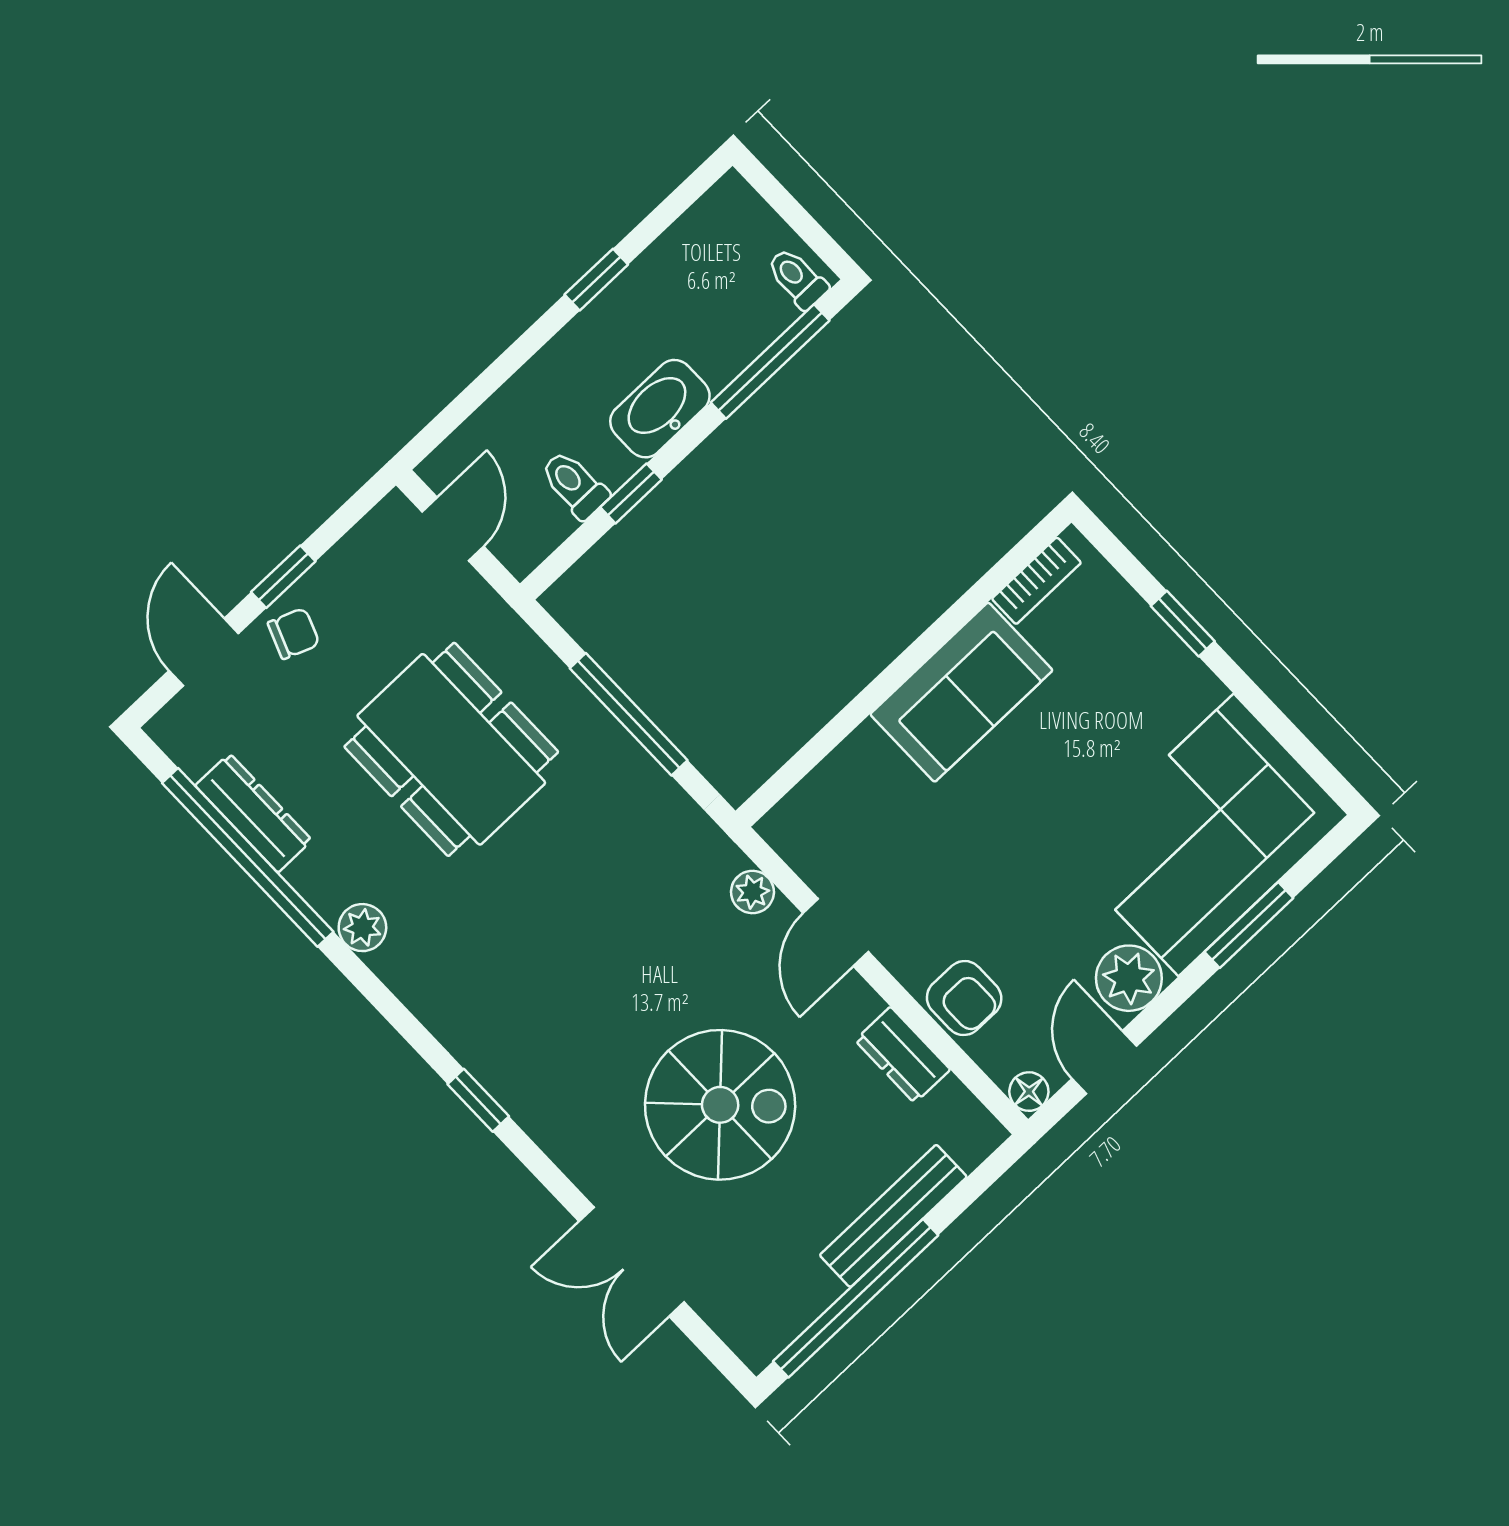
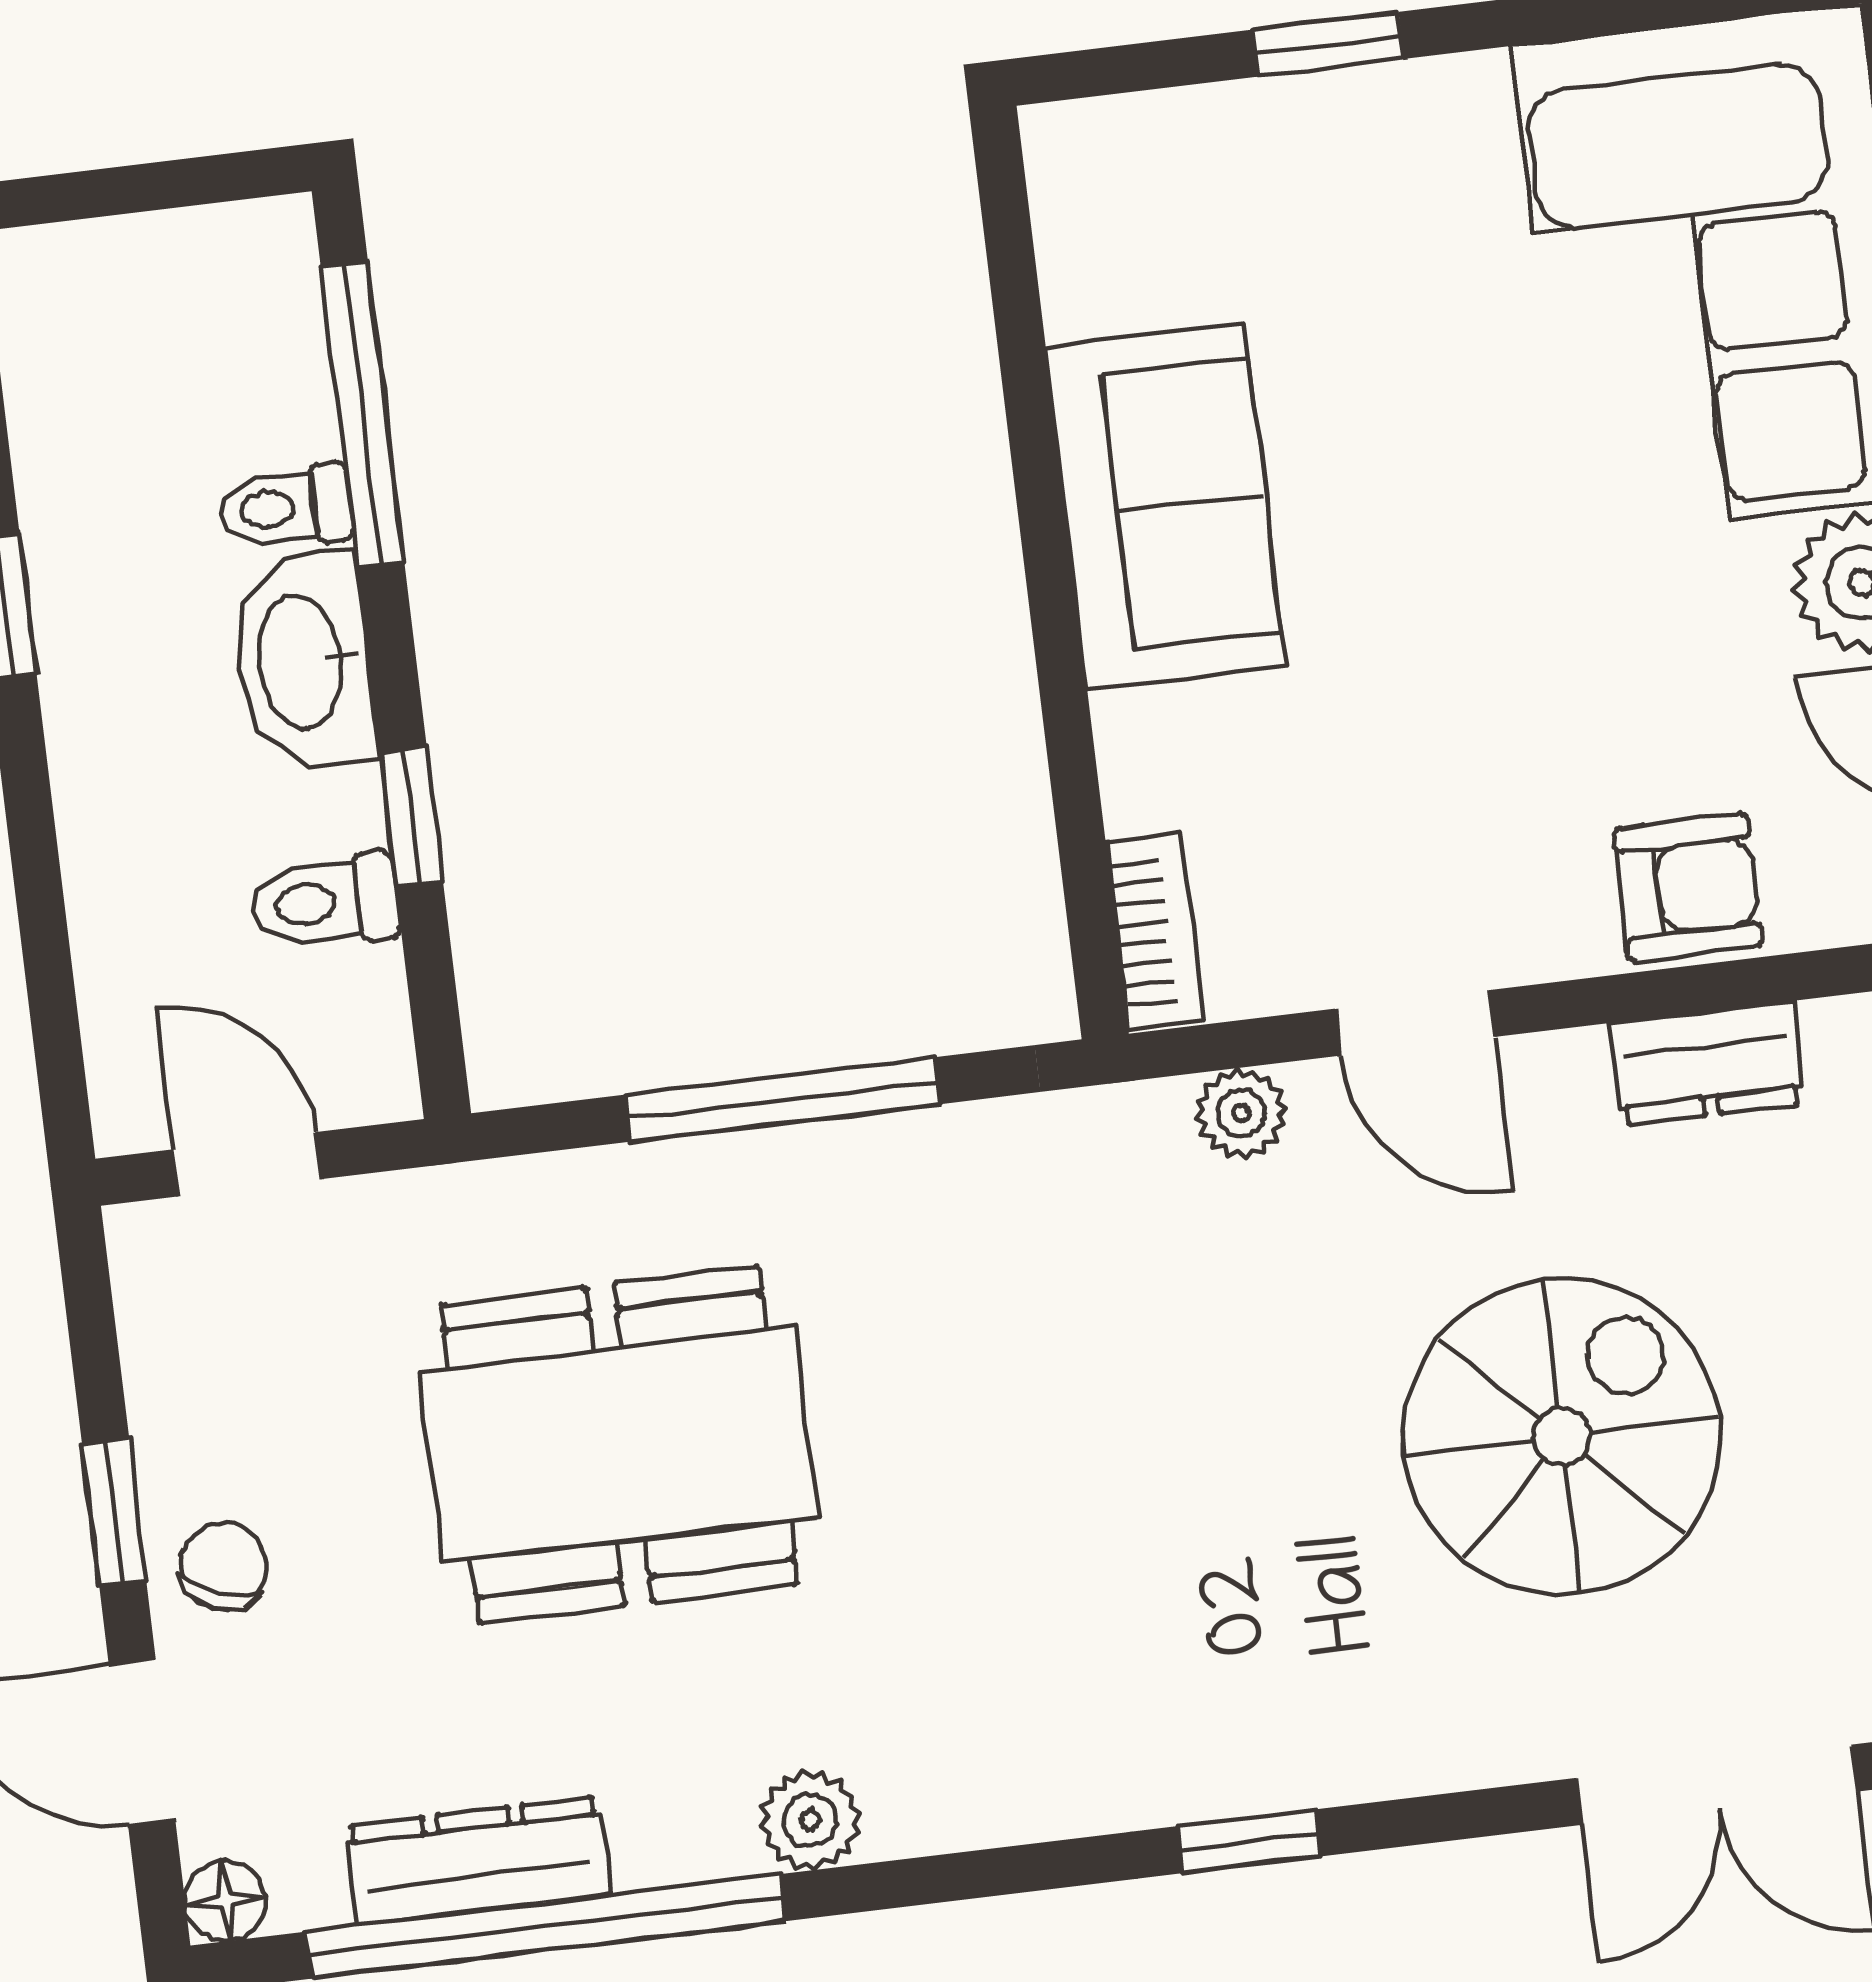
toilet: (797, 278) -> (285, 508), moved
bookcase: (1036, 581) -> (1155, 932), moved
floor lamp: (167, 729) -> (226, 1901), added

